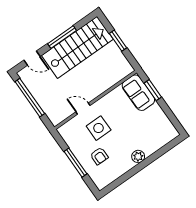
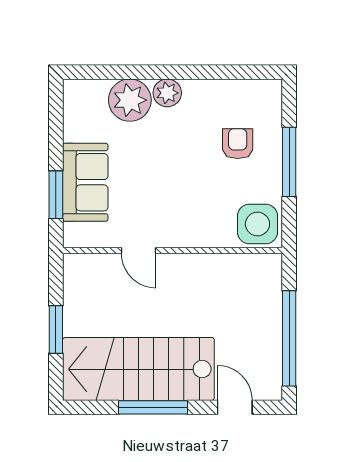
sofa: (138, 93) -> (85, 182), moved
door: (83, 109) -> (139, 250), moved
side table: (99, 128) -> (257, 224), moved
plant: (150, 144) -> (130, 100), added

